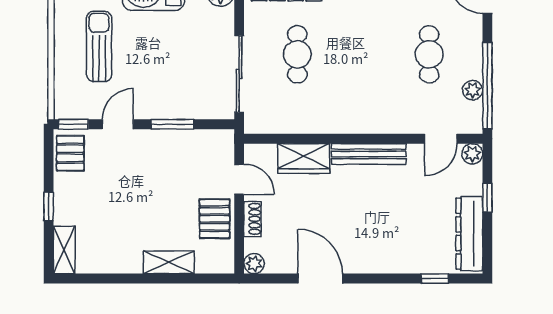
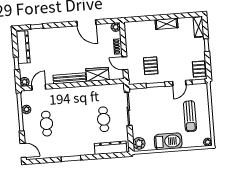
pallet: (214, 219) -> (151, 66), moved
shelving: (169, 262) -> (167, 24), moved

